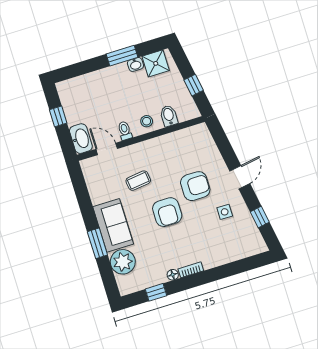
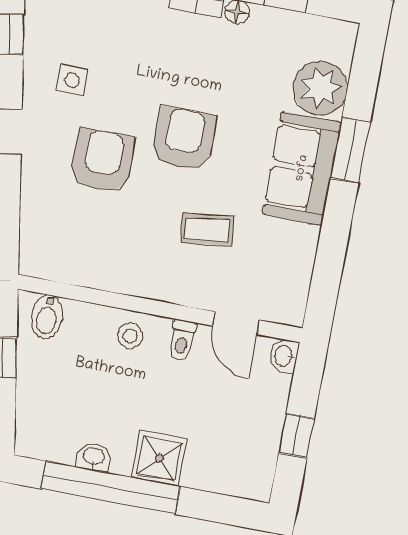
window: (122, 56) -> (111, 488), width x2.11
shower: (156, 63) -> (159, 458), moved
bidet: (169, 116) -> (47, 317), moved
washbasin: (81, 139) -> (284, 356), width x0.52, depth x0.69
armchair: (195, 186) -> (103, 160), turned 90

